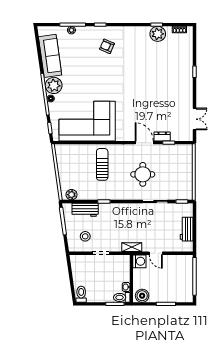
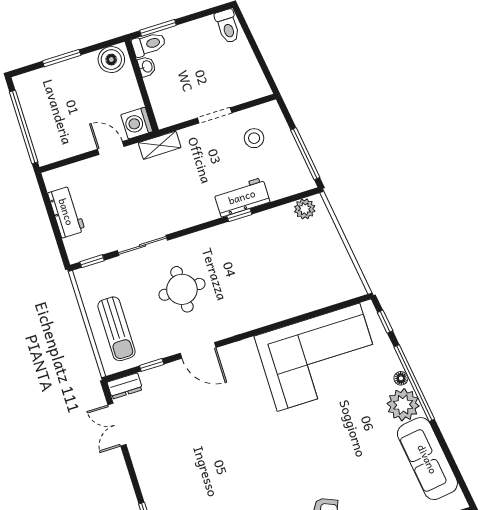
dresser: (162, 136) -> (125, 386), moved
sun lounger: (102, 164) -> (116, 329), moved
workbench: (85, 210) -> (242, 197), moved

